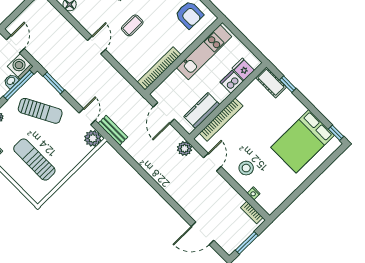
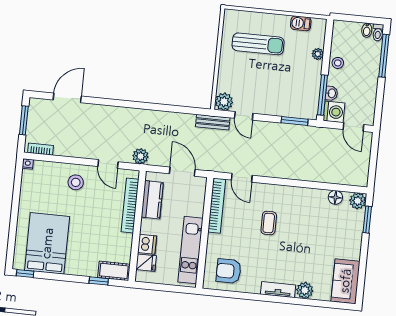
door: (96, 45) -> (242, 178), moved
sun lounger: (40, 111) -> (287, 88), removed
nightstand: (254, 193) -> (28, 164), moved

